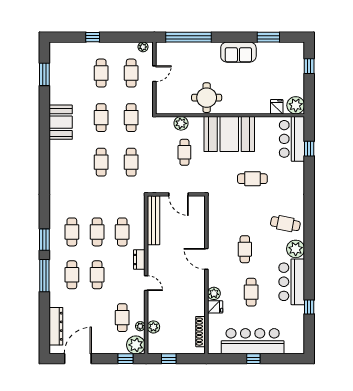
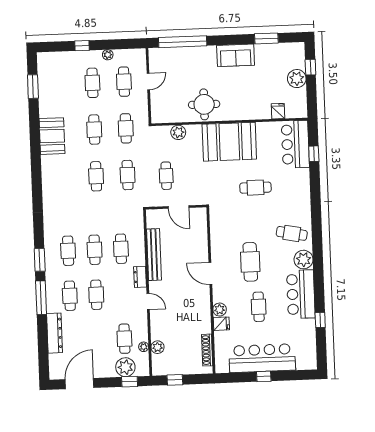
plant: (143, 47) -> (108, 55), moved
plant: (296, 105) -> (297, 79), moved
cafe table: (184, 152) -> (166, 176), moved
bench: (153, 220) -> (154, 255), moved
cafe table: (245, 249) -> (250, 262), width x1.37, depth x1.35
dresser: (56, 326) -> (55, 333), moved
plant: (136, 345) -> (125, 367), moved

